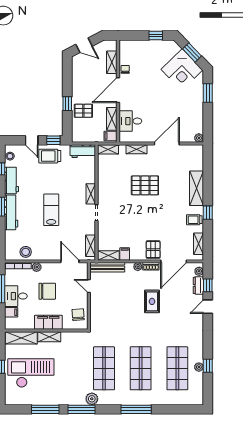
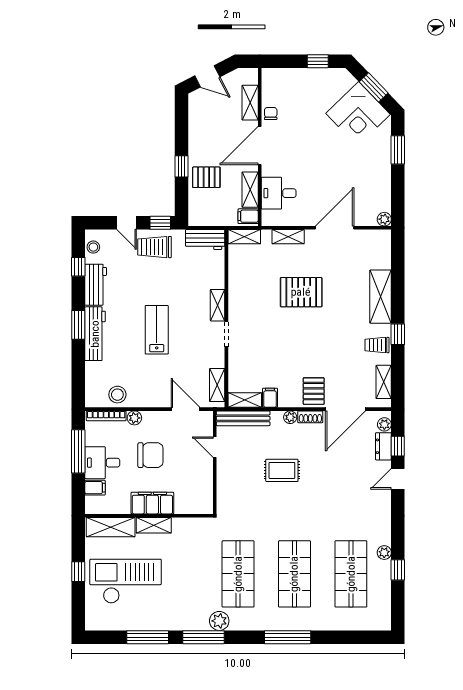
rug: (152, 301) -> (282, 470), moved, turned 90
chair: (78, 315) -> (198, 491), removed
plant: (199, 367) -> (384, 553), moved

